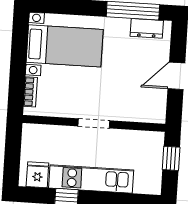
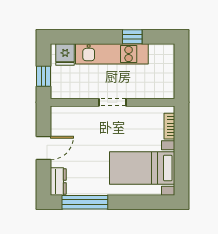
dresser: (147, 28) -> (58, 181), moved, turned 90
fridge: (37, 175) -> (65, 55), moved

